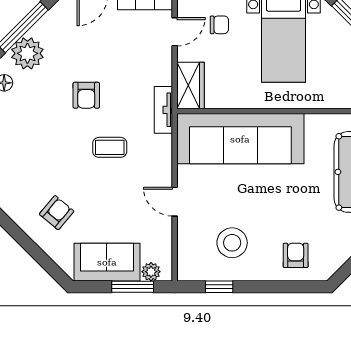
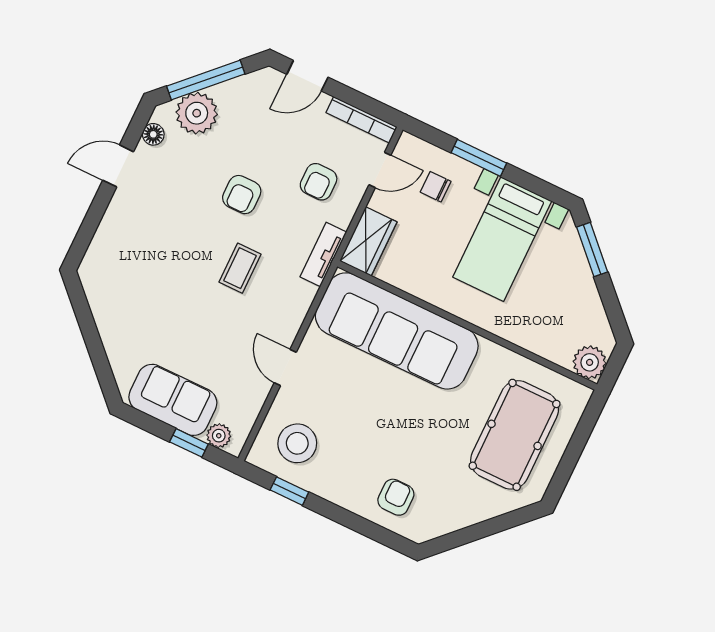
chair: (219, 25) -> (436, 187), turned 180
coffee table: (110, 147) -> (240, 268), turned 90
armchair: (57, 213) -> (319, 182), moved, turned 140
stool: (232, 243) -> (297, 443), moved
window: (133, 287) -> (189, 443), width x0.67

